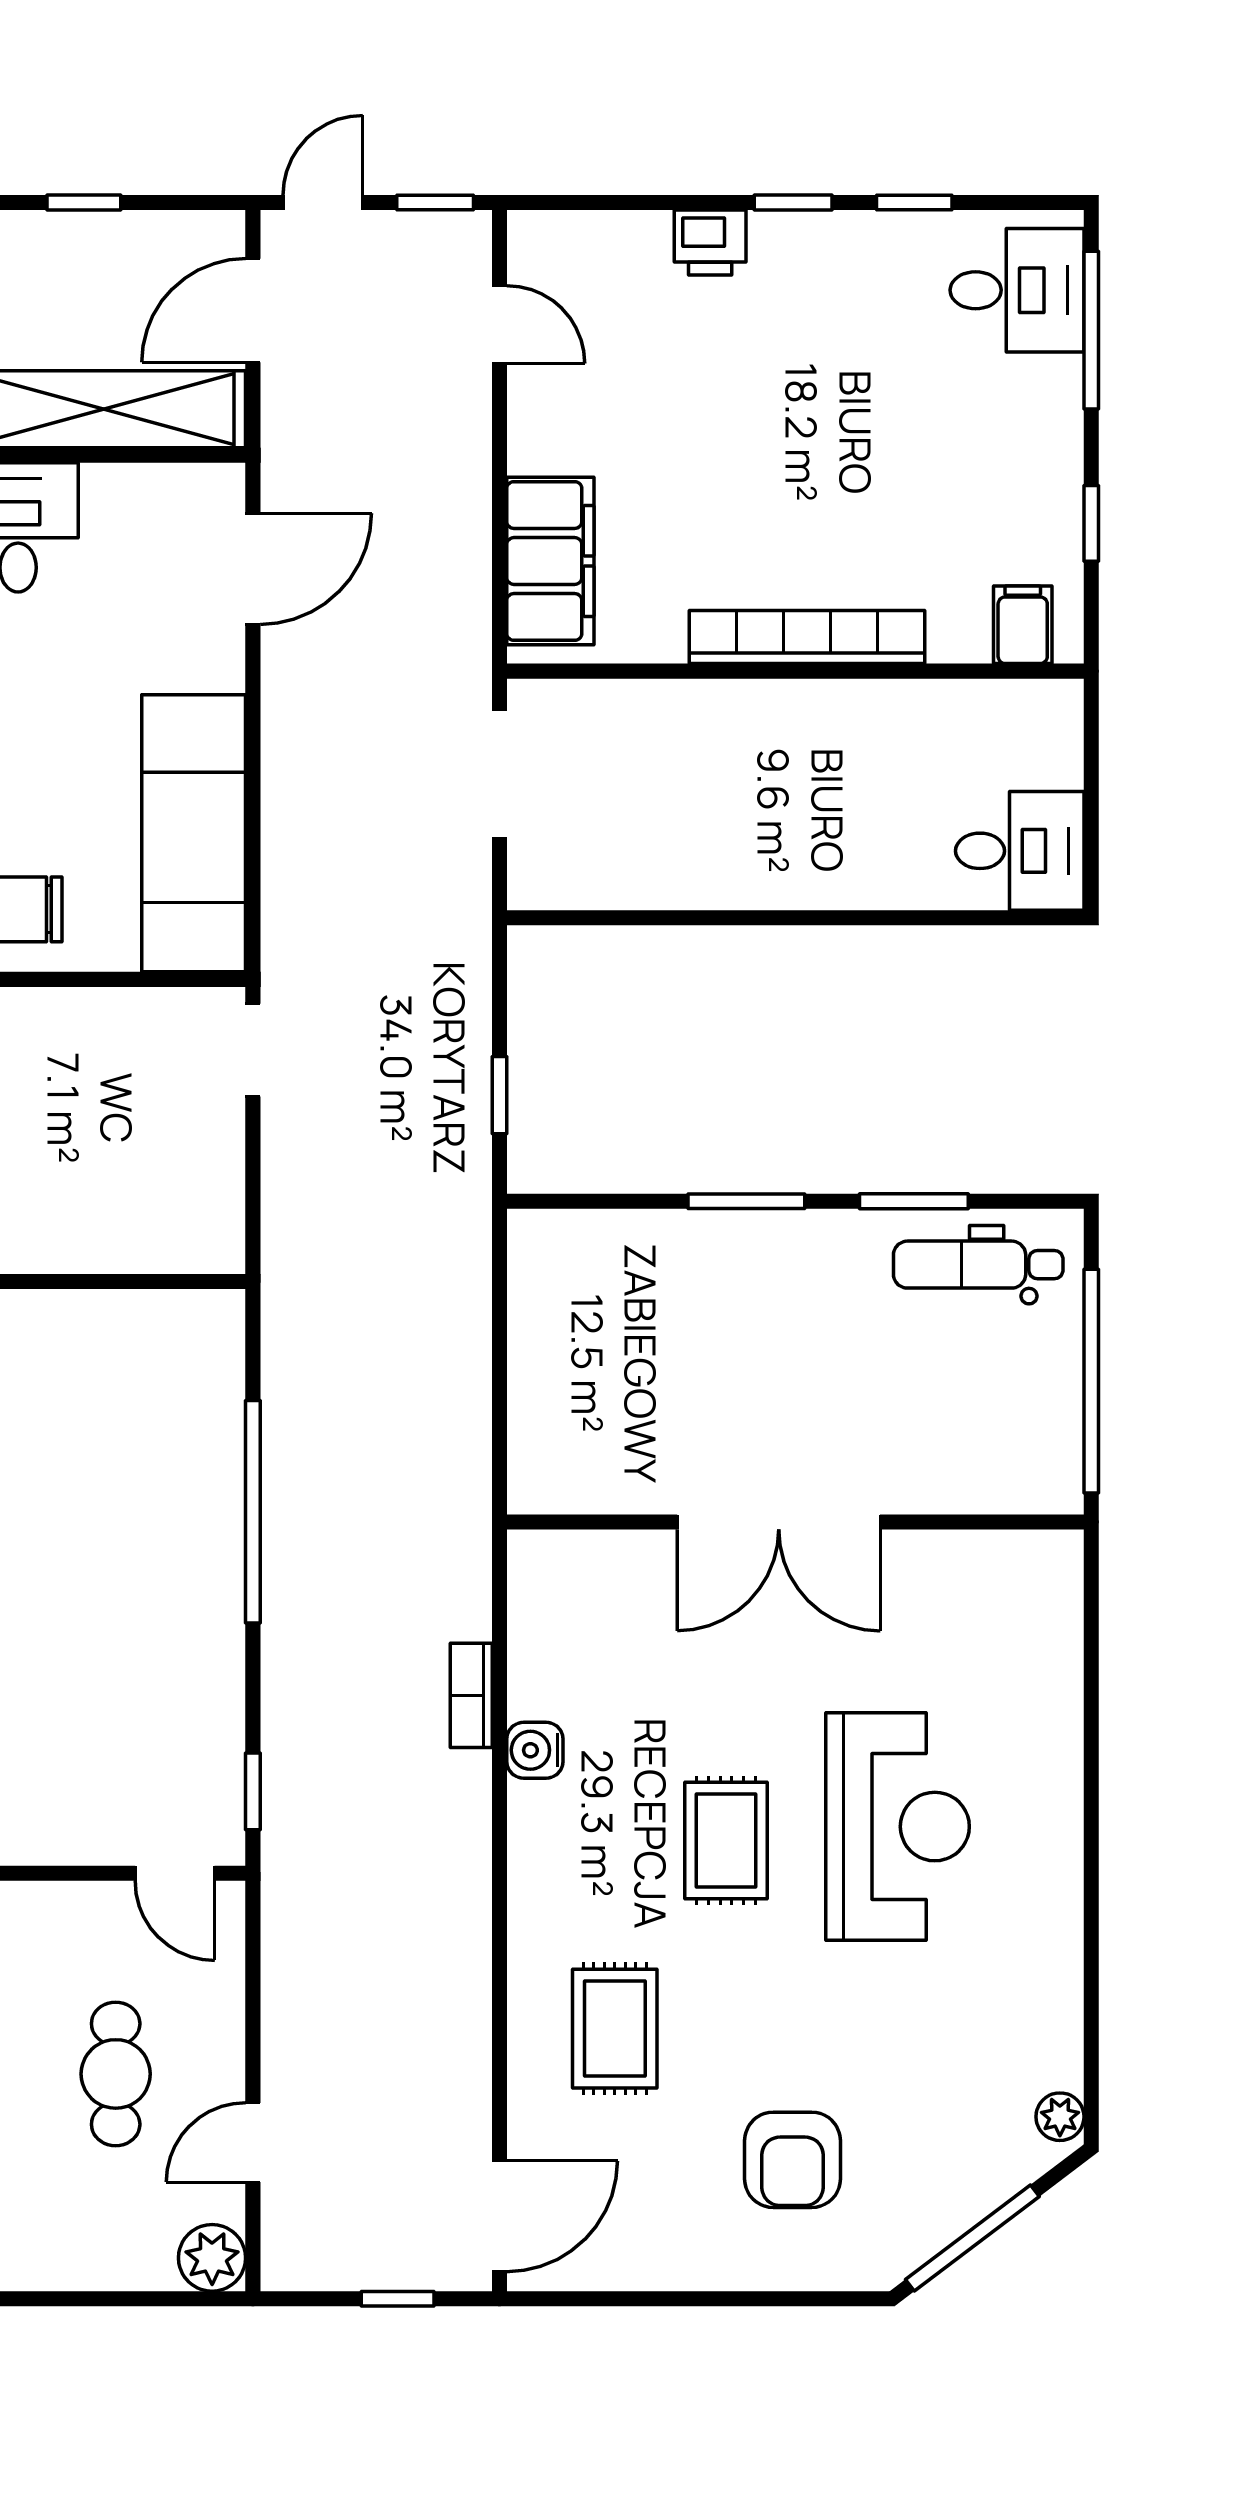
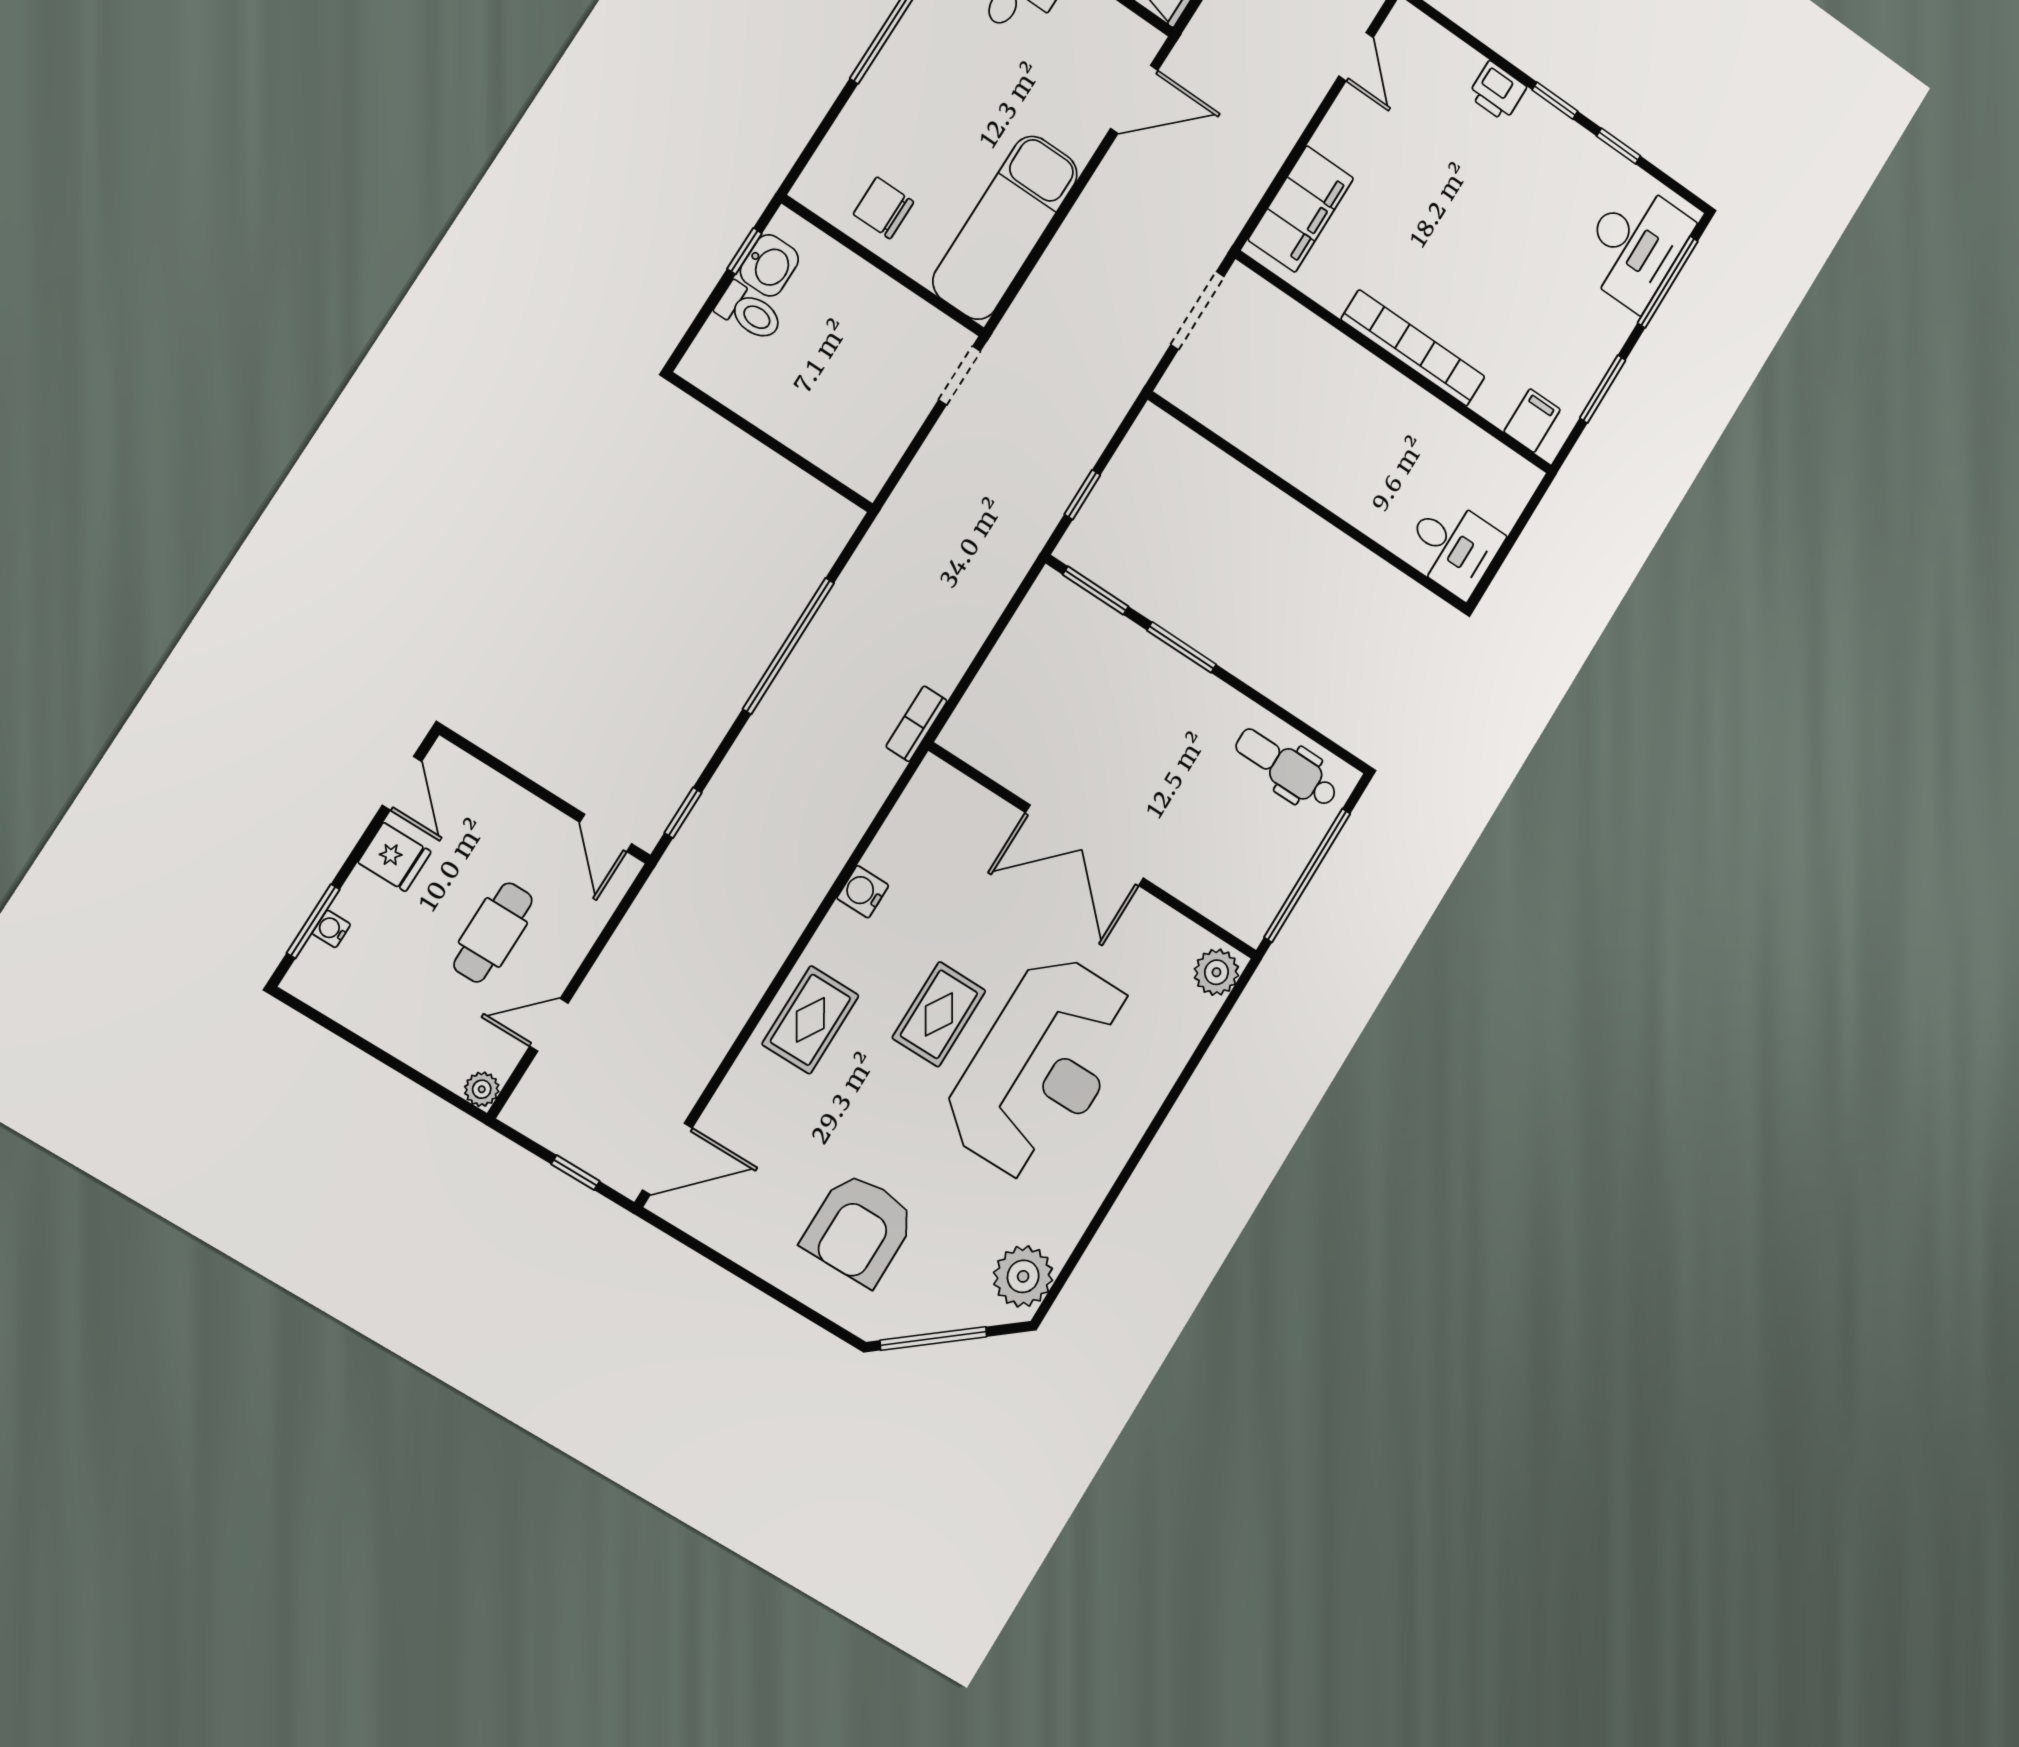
desk: (1017, 290) -> (1635, 245), width x1.37
window: (1091, 523) -> (1603, 389), width x1.50
window: (914, 1201) -> (1096, 590), moved
plant: (1050, 1574) -> (1216, 972), added
bookcase: (471, 1695) -> (917, 724), moved
reception desk: (898, 1827) -> (1041, 1067), width x1.36, depth x1.30
rug: (615, 2029) -> (810, 1020), moved
plant: (1060, 2117) -> (1023, 1276), width x1.87, depth x1.87
armchair: (793, 2160) -> (859, 1229), width x1.36, depth x1.36
plant: (212, 2258) -> (482, 1089), width x0.73, depth x0.73

